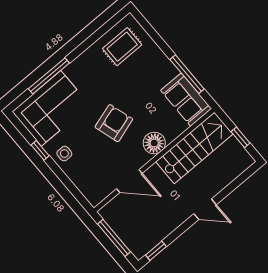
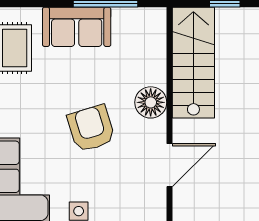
sofa: (186, 100) -> (77, 27), moved

